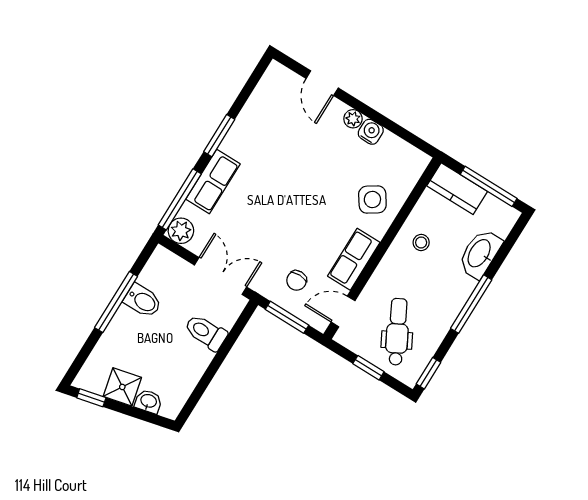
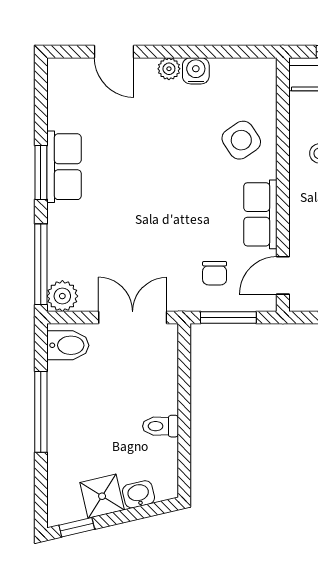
row of seats: (213, 182) -> (64, 167), moved
bidet: (143, 301) -> (68, 345), moved
toilet: (206, 332) -> (160, 426), moved, width x0.73, depth x0.72

